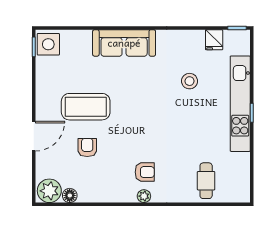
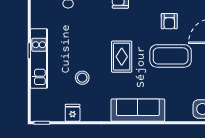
fridge: (214, 40) -> (73, 113), moved
kitchen unit: (240, 104) -> (39, 58), width x0.73
rug: (143, 106) -> (122, 57), added

